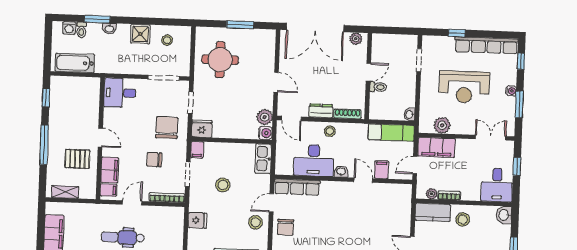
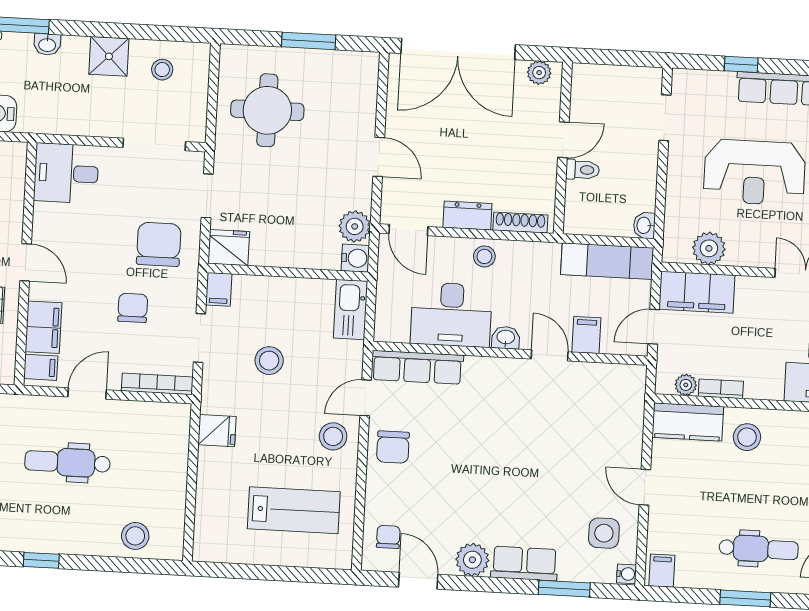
chair: (154, 160) -> (133, 308), turned 90

